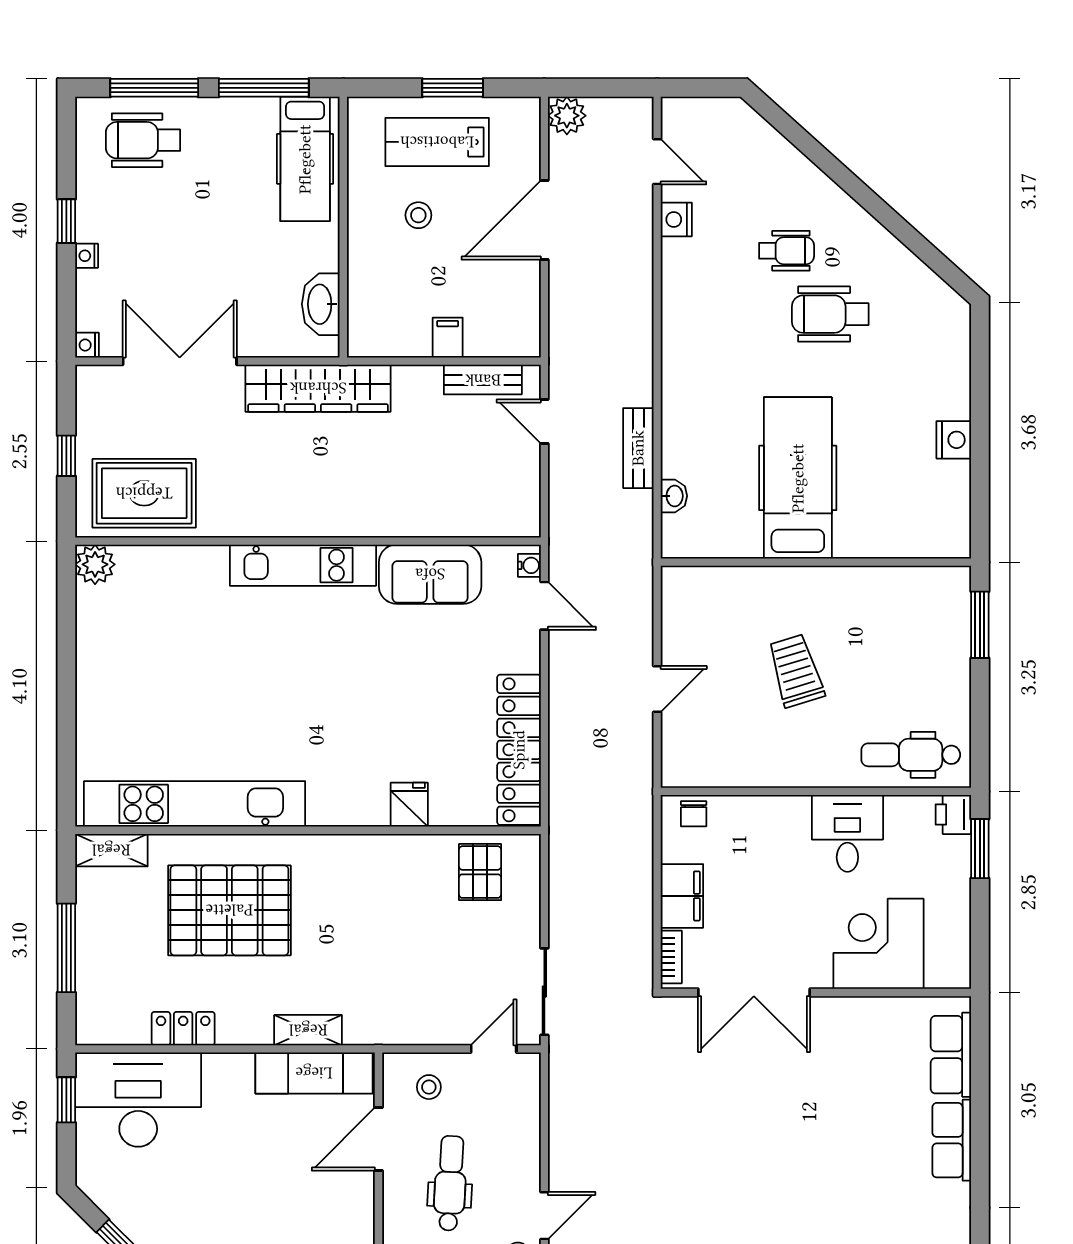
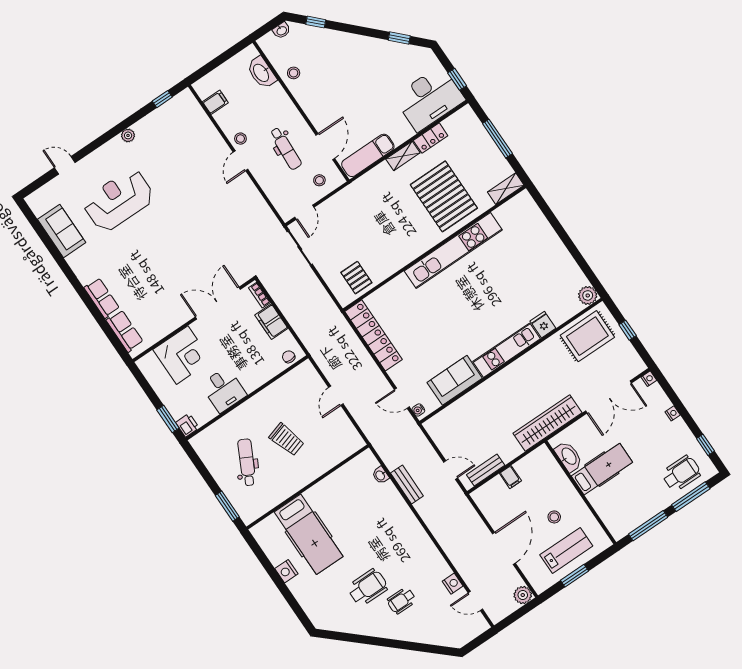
hospital bed: (305, 159) -> (602, 469), moved, turned 90
window: (66, 221) -> (706, 445), moved
hospital bed: (798, 478) -> (309, 534), moved
dental chair: (911, 755) -> (247, 462), moved, turned -63
kitchen unit: (195, 804) -> (453, 250), moved
fridge: (409, 805) -> (543, 325), moved, turned 180
pallet: (229, 910) -> (444, 196), turned 90
shelving: (308, 1030) -> (403, 156), moved

